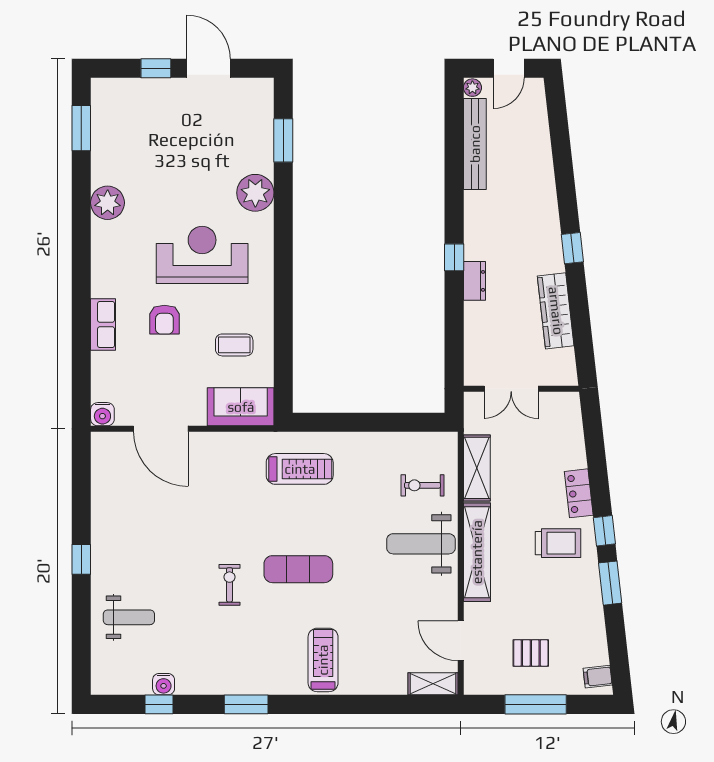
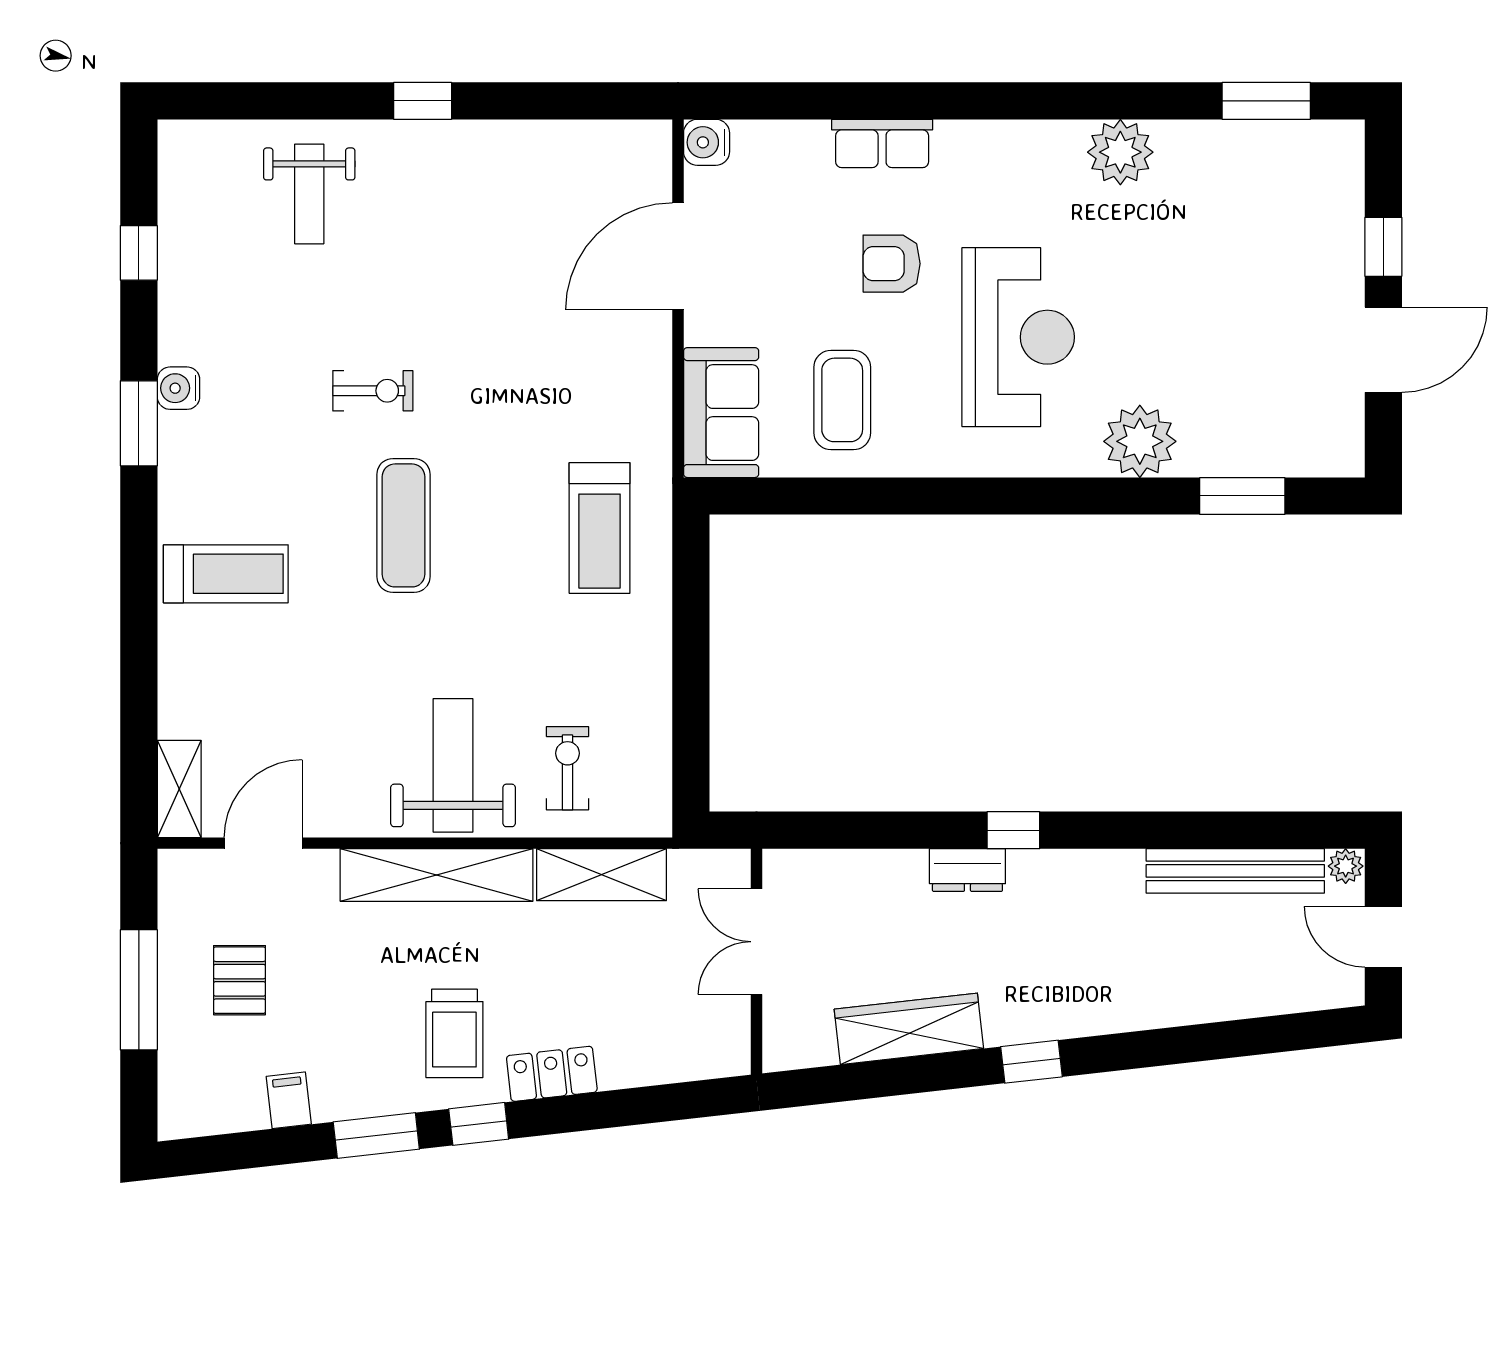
coffee table: (234, 345) -> (842, 400), width x1.36, depth x1.30
filing cabinet: (598, 677) -> (289, 1100), moved
water cooler: (164, 684) -> (178, 388), moved

